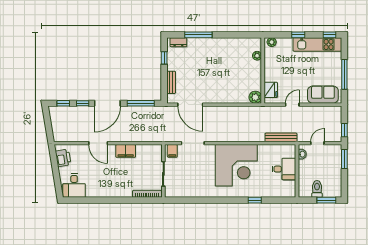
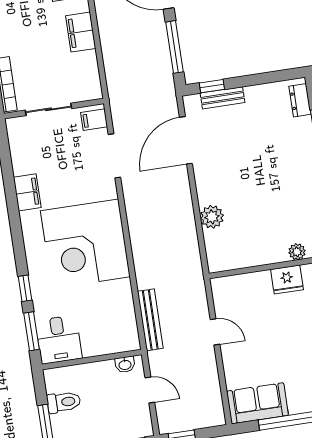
window: (164, 58) -> (212, 86), moved
fridge: (271, 90) -> (287, 280), moved
sofa: (323, 95) -> (257, 403), moved, turned -90
plant: (255, 97) -> (212, 217), moved
desk: (284, 169) -> (59, 339), moved
filing cabinet: (205, 191) -> (27, 192), added
window: (278, 200) -> (32, 331), added

